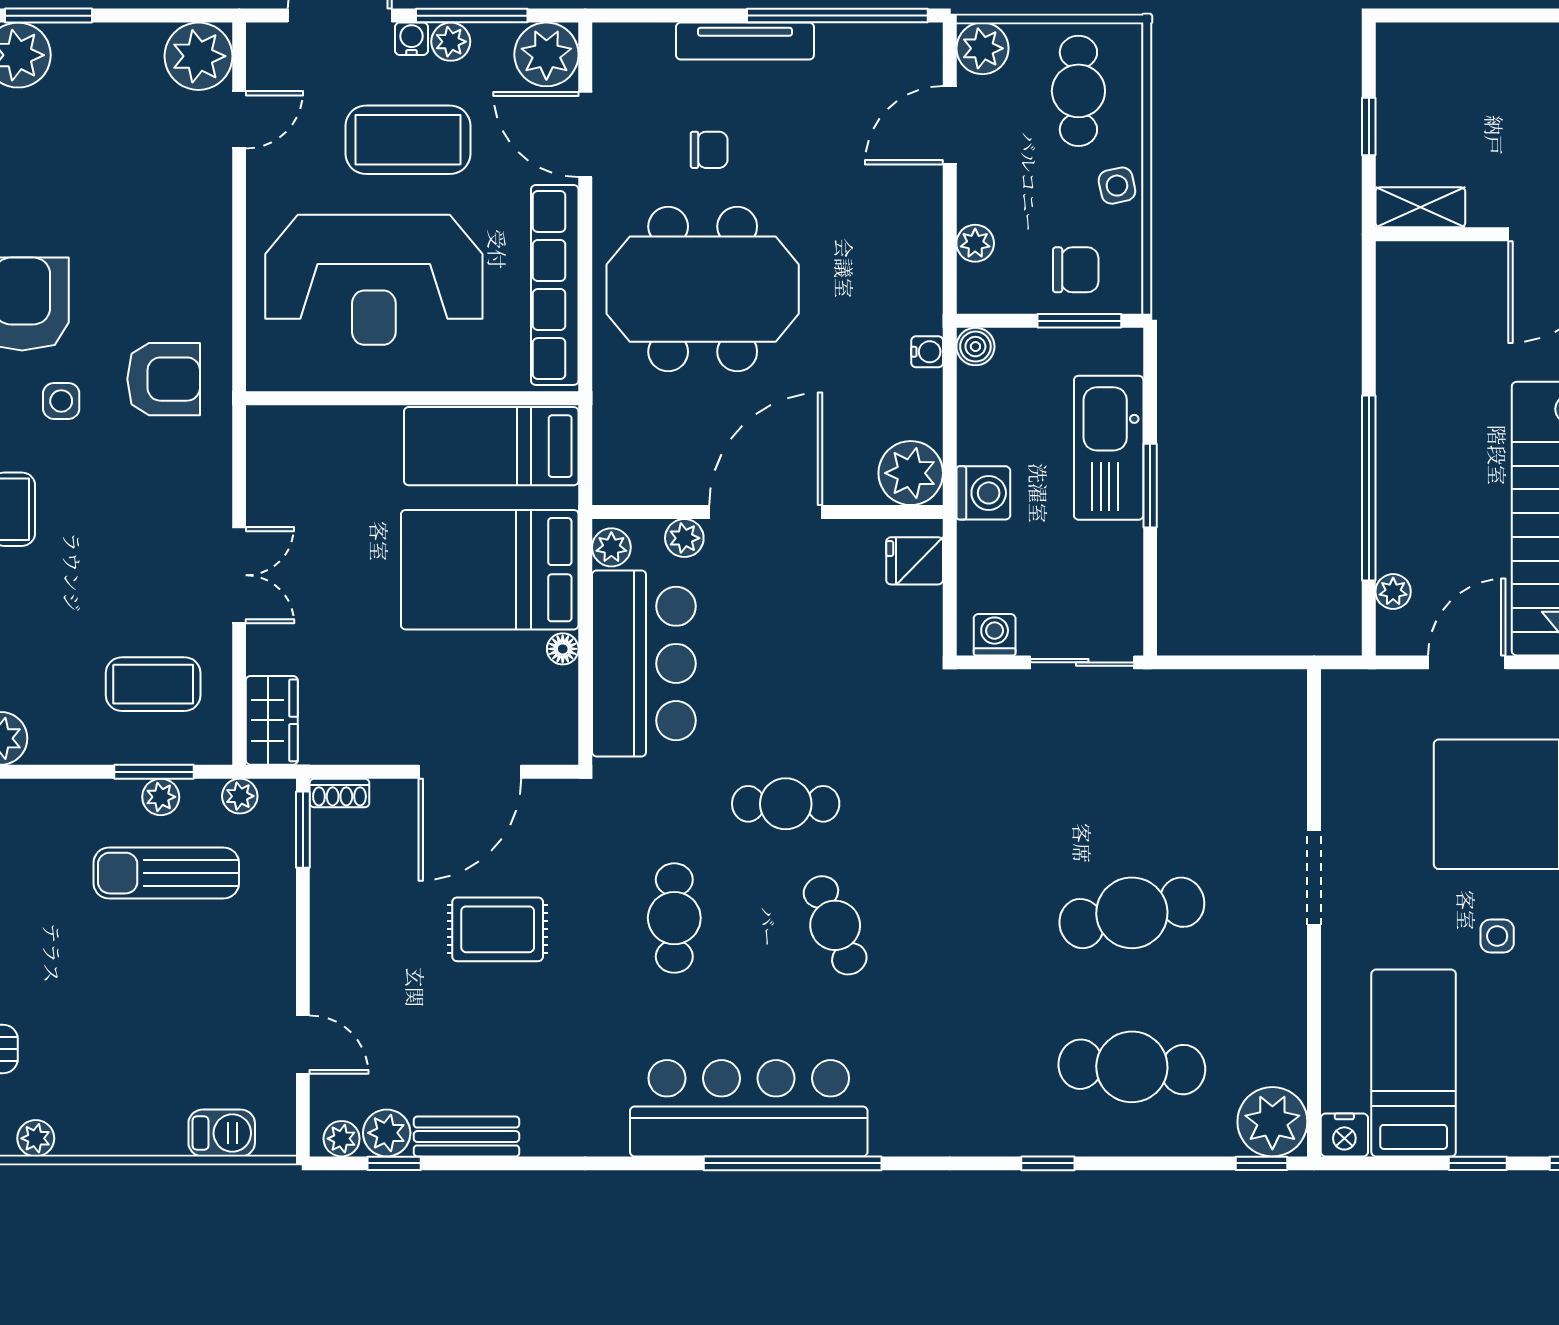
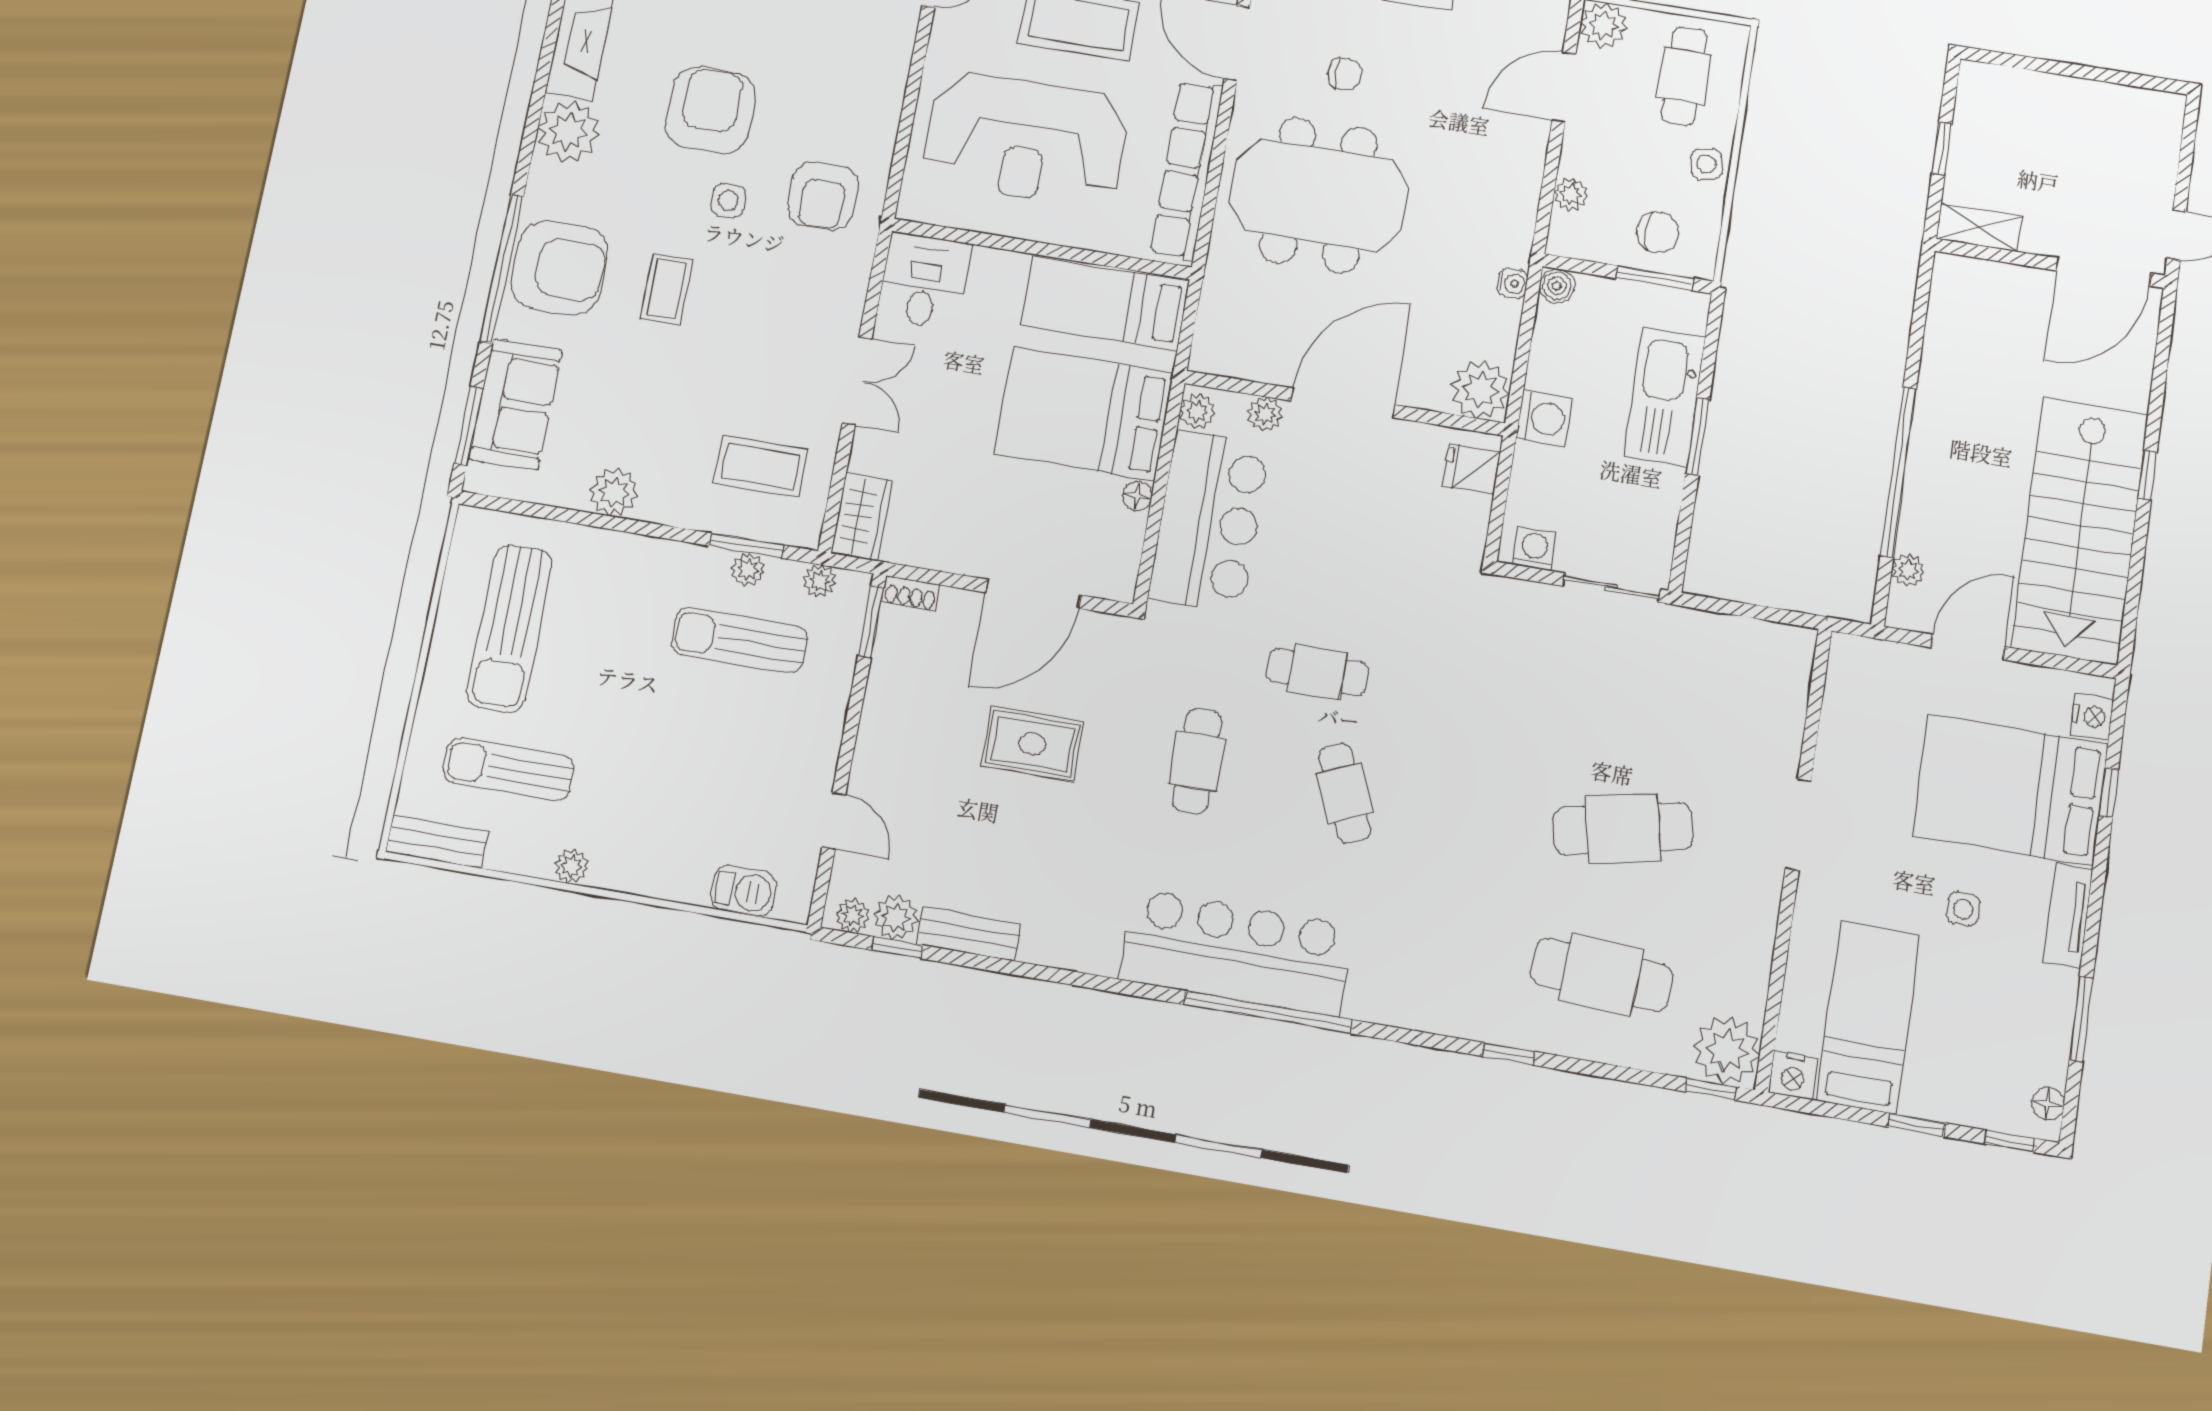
armchair: (164, 379) -> (823, 196), turned 90
desk: (292, 454) -> (924, 281), added

